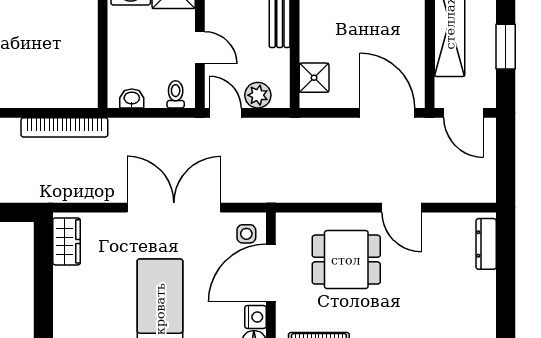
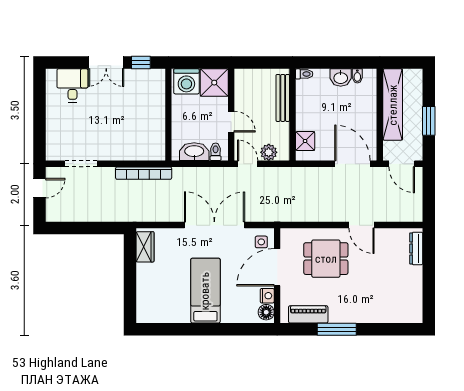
washbasin: (132, 99) -> (194, 152), width x1.91, depth x1.45

